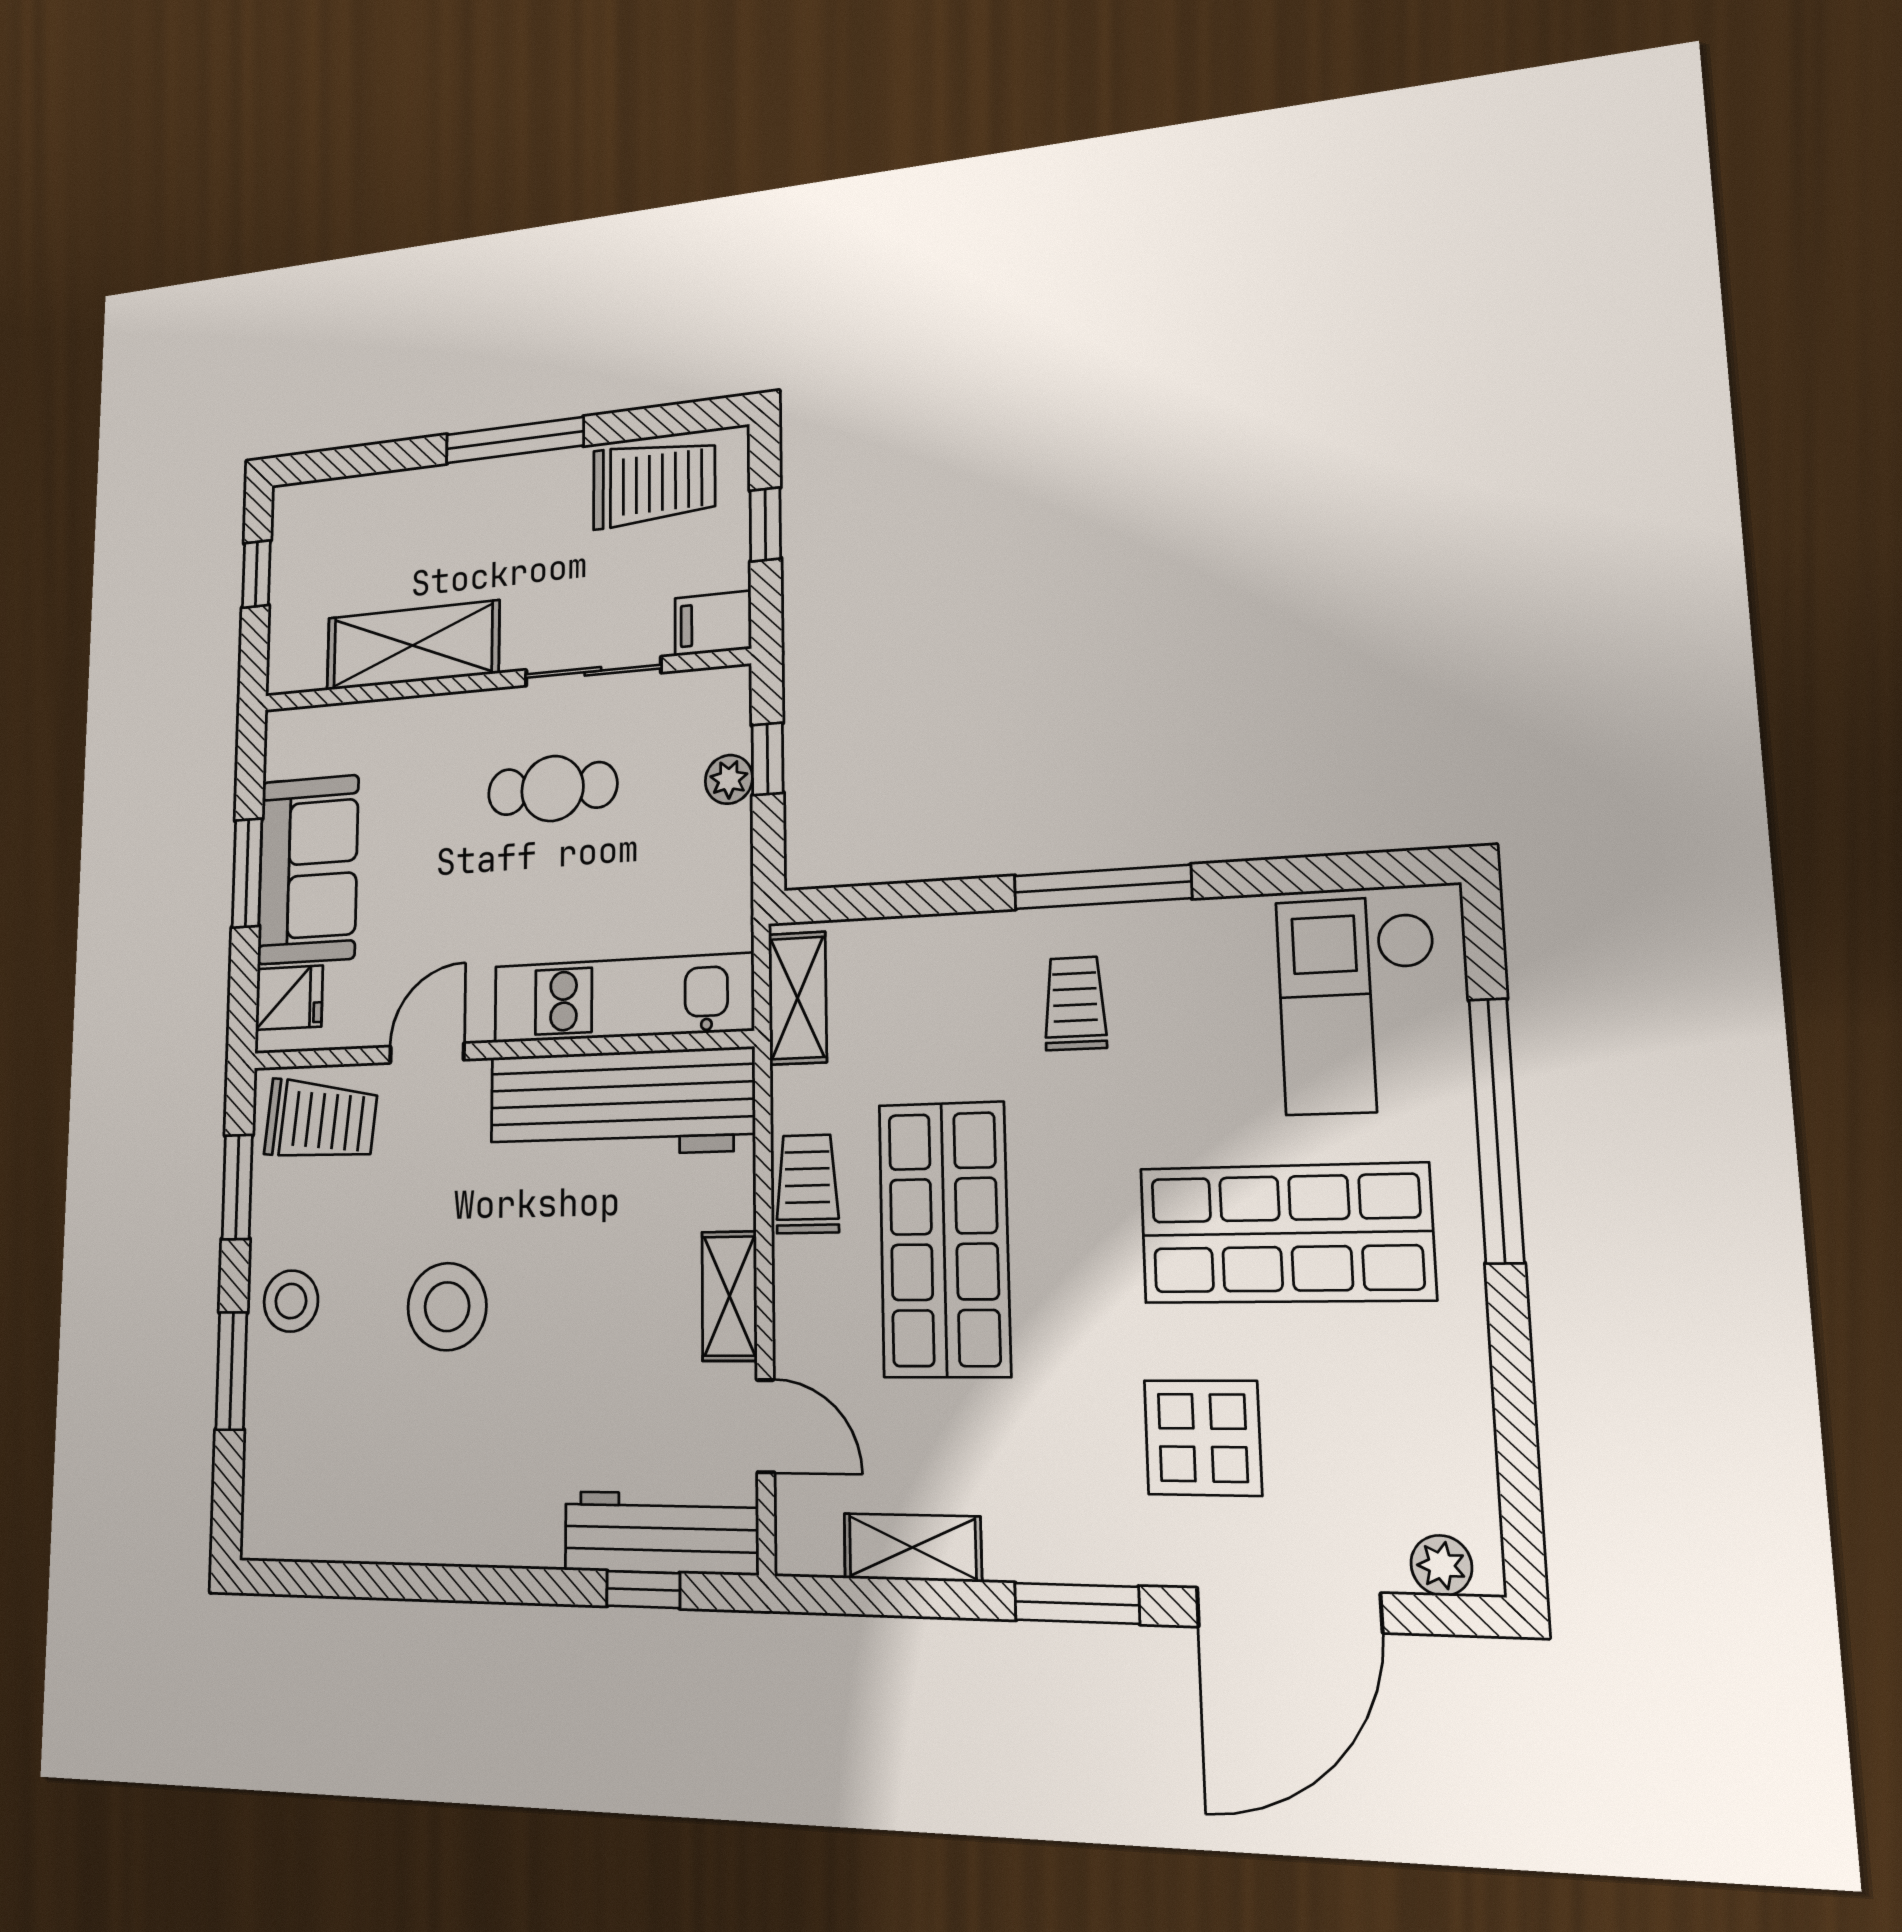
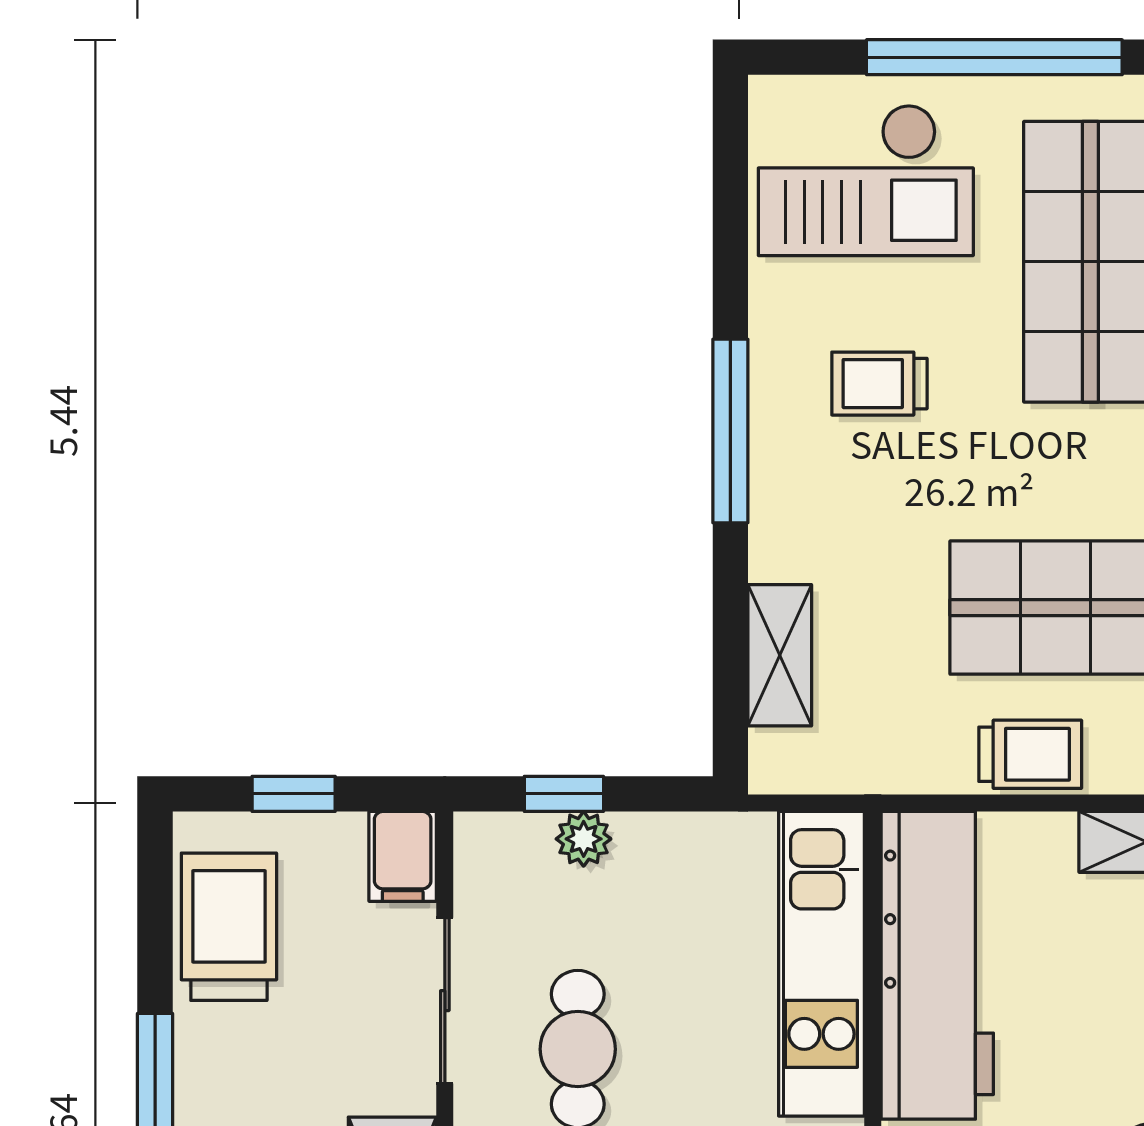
shelving: (797, 998) -> (780, 655), moved, turned 90
trolley: (1075, 1003) -> (879, 384), moved
trolley: (807, 1184) -> (1030, 754), turned 180

